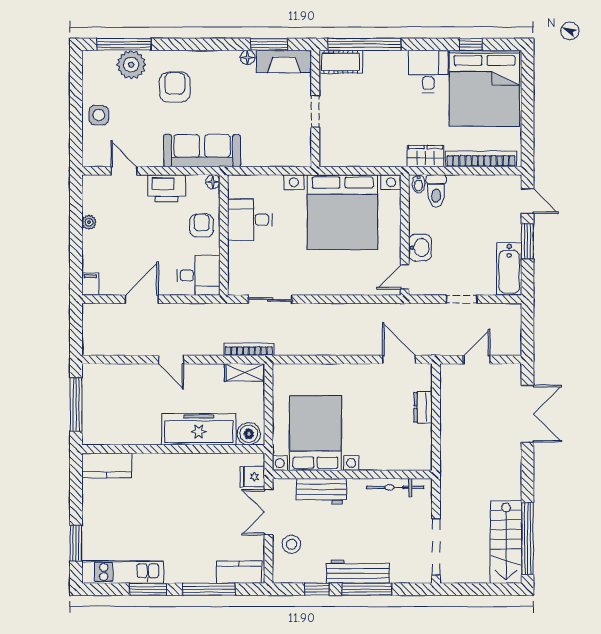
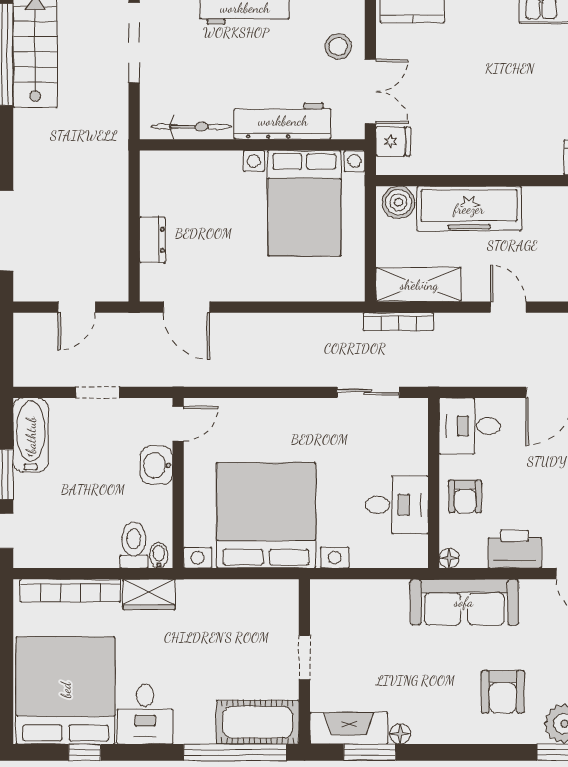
cot: (341, 62) -> (258, 722), width x1.37, depth x1.34
shelving: (245, 373) -> (419, 285), width x1.50, depth x1.33
workbench: (321, 491) -> (283, 121), width x1.38

